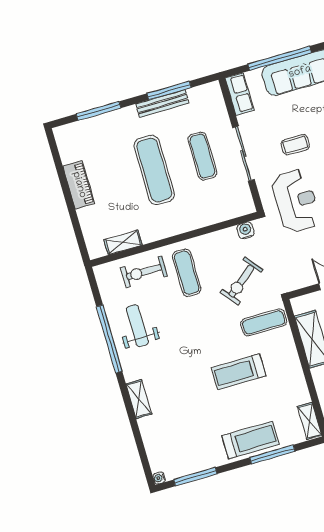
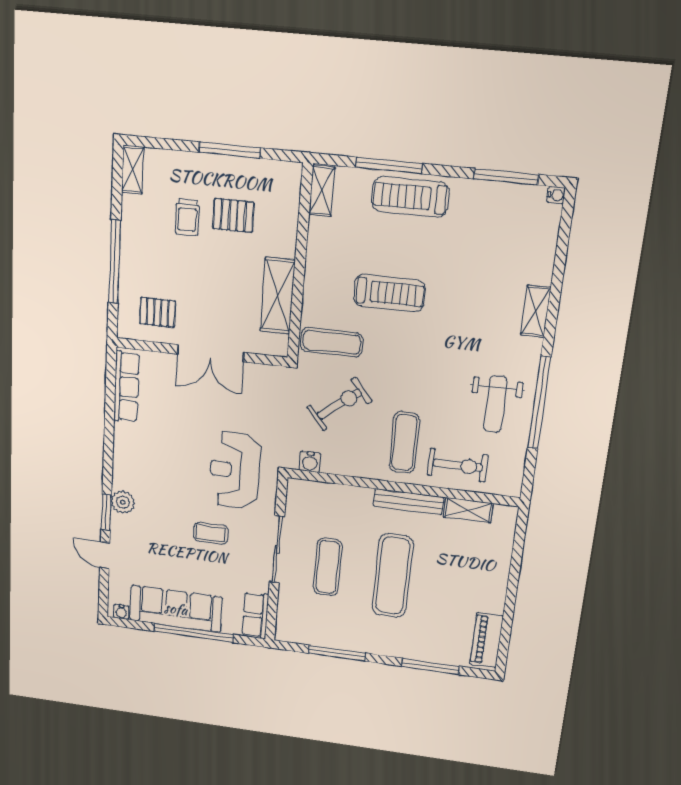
bench: (162, 104) -> (408, 502), moved
piano: (79, 185) -> (486, 640), moved

